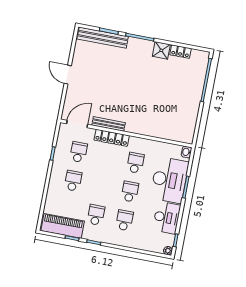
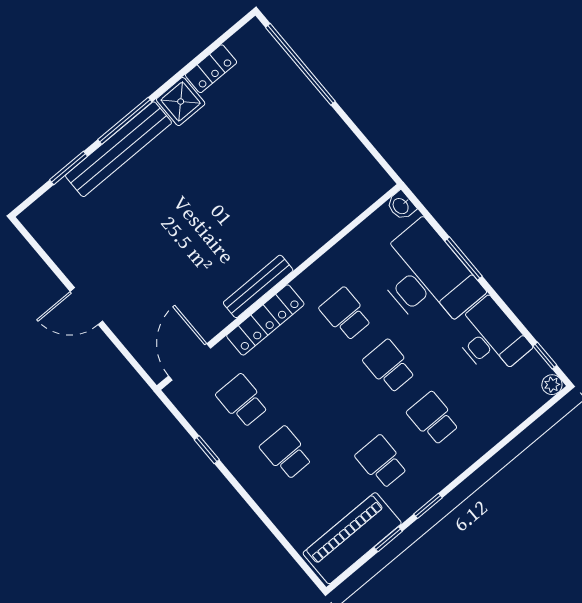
bench: (103, 38) -> (118, 149), moved
bench: (109, 124) -> (258, 286), moved

